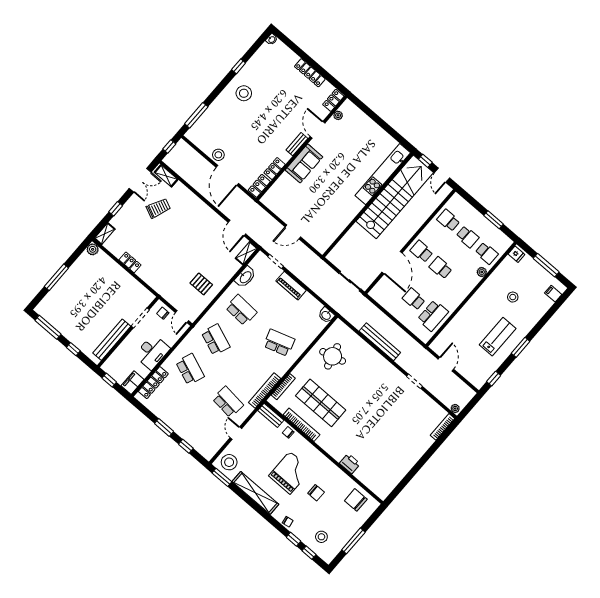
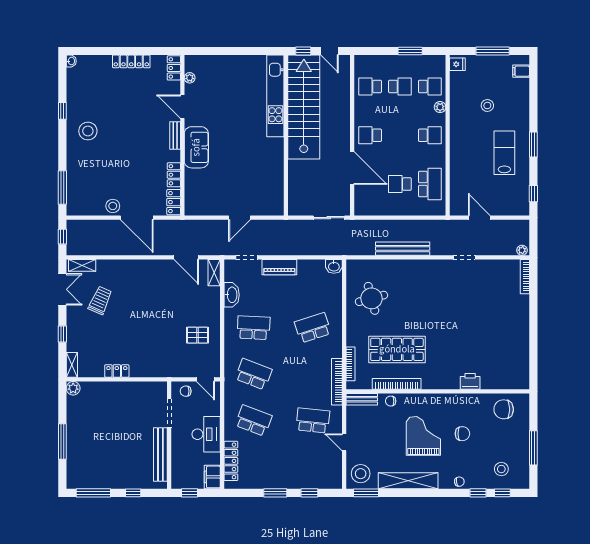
school desk: (441, 268) -> (430, 135), moved, turned 180

